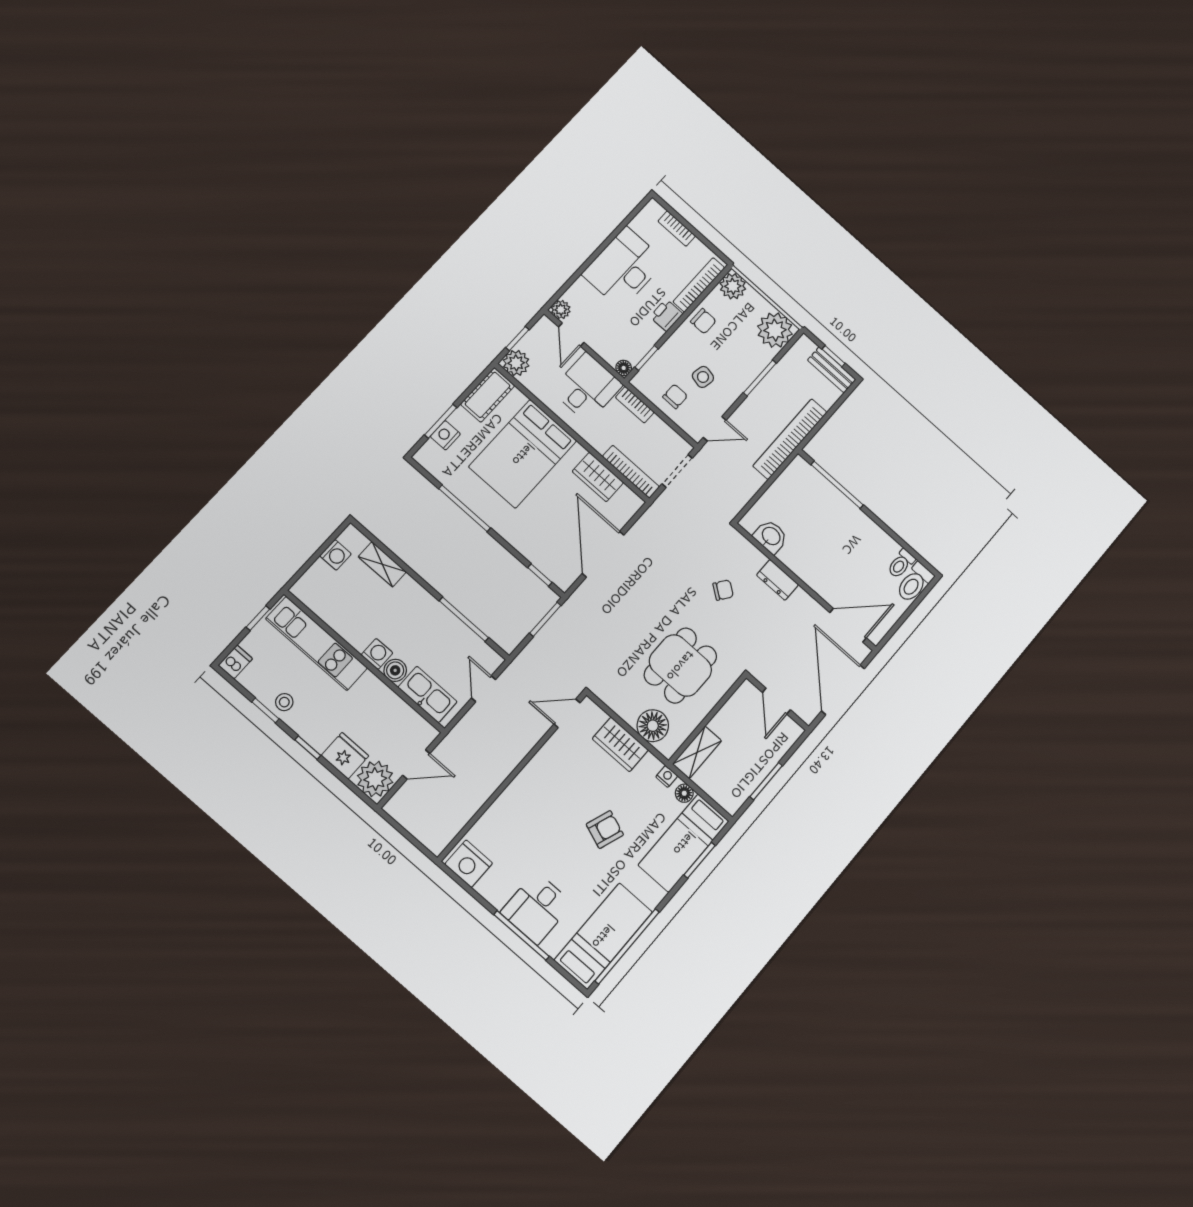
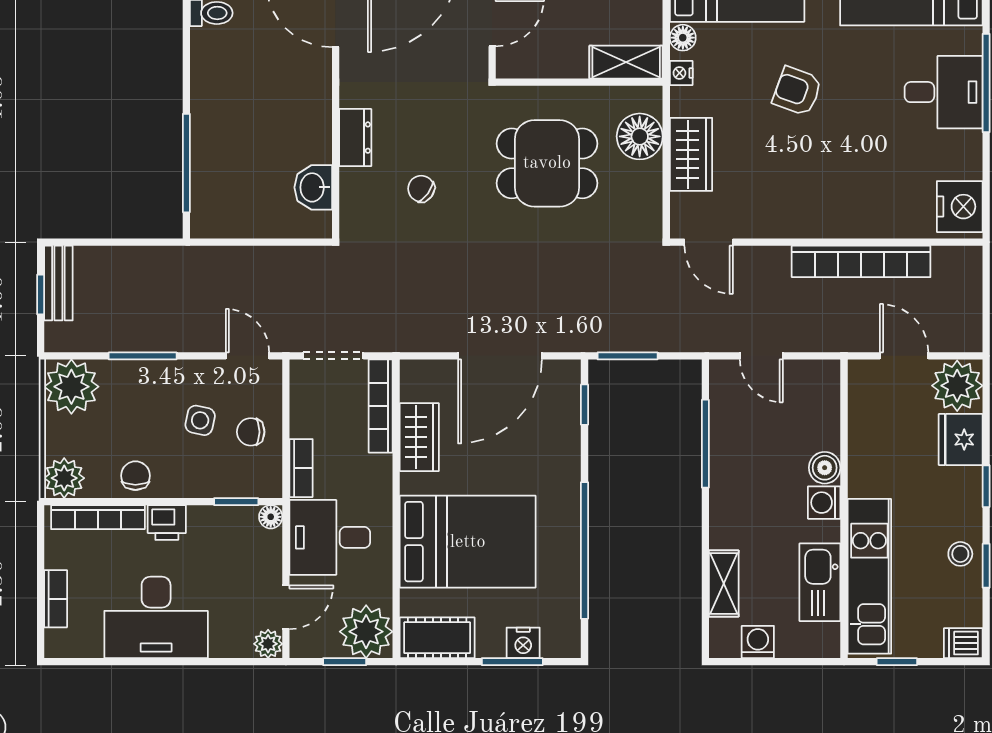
plant: (516, 363) -> (366, 632), width x1.36, depth x1.36
bookcase: (790, 439) -> (861, 261), moved
window: (465, 508) -> (584, 550), width x1.46
door: (483, 689) -> (761, 356), hinge flipped
kitchen sink: (428, 695) -> (820, 582), moved

